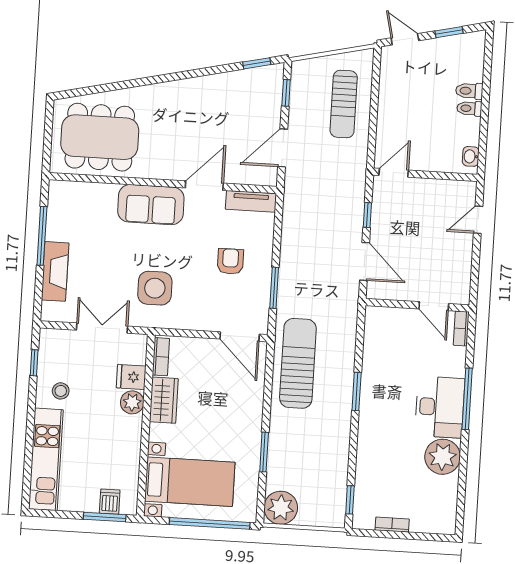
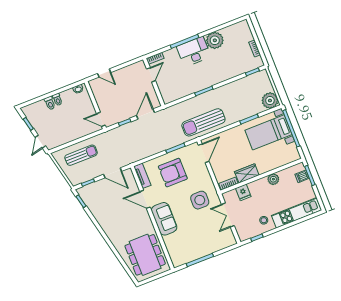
armchair: (230, 261) -> (173, 173), width x1.88, depth x1.88
fireplace: (55, 271) -> (213, 247), removed
plant: (132, 402) -> (273, 179), moved
bed with nightstands: (190, 482) -> (268, 132), moved, turned -90

